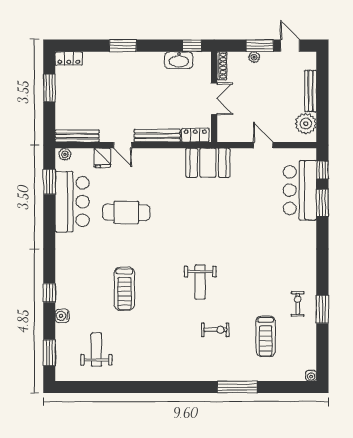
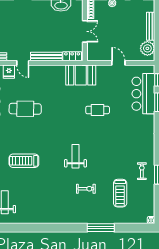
cafe table: (233, 214) -> (98, 110), added
weight bench: (200, 282) -> (76, 156), turned 180
treadmill: (124, 289) -> (24, 161), turned 90

